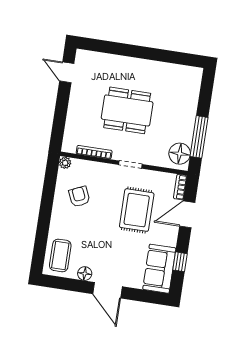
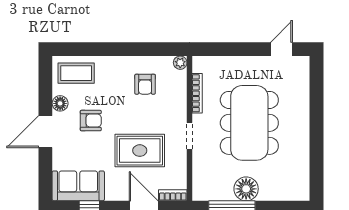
dining table: (127, 110) -> (249, 123), width x1.36, depth x1.24
floor lamp: (180, 154) -> (246, 189), moved
armchair: (79, 197) -> (145, 84), turned 114
armchair: (104, 249) -> (91, 121), added

